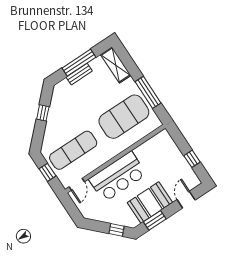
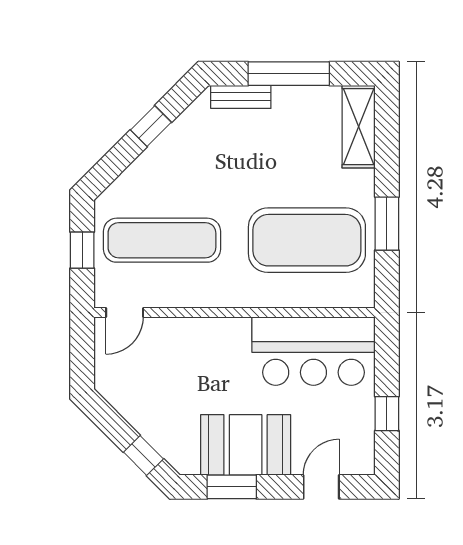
bench: (79, 74) -> (241, 97), moved
window: (148, 92) -> (387, 224), width x0.69
bar counter: (118, 177) -> (313, 351), moved

